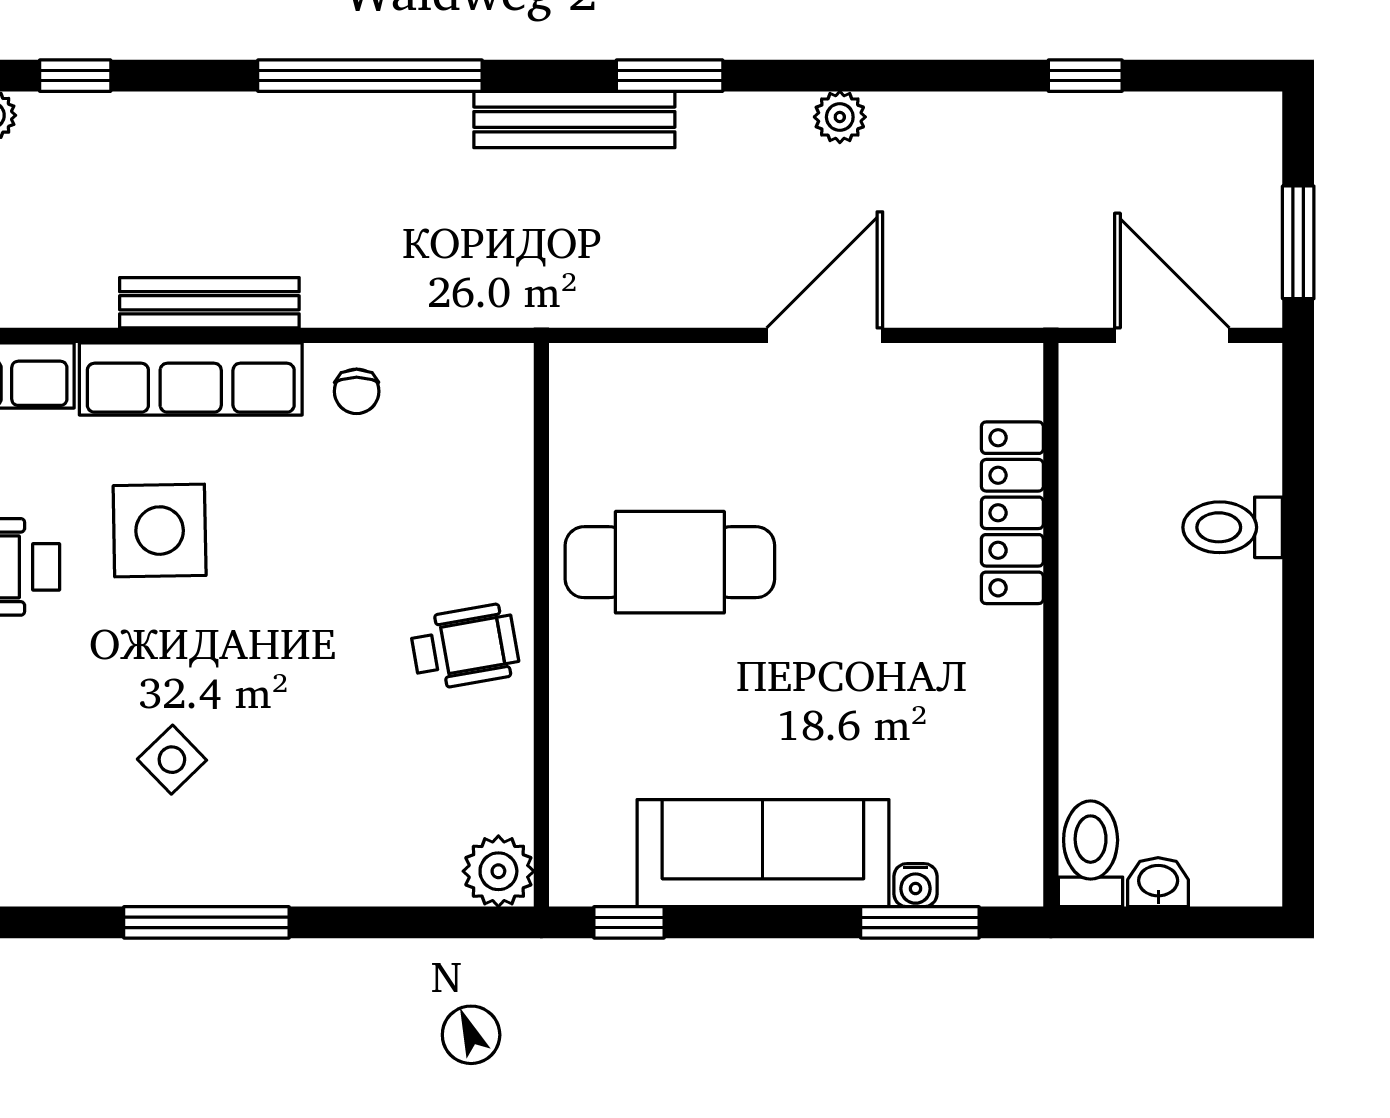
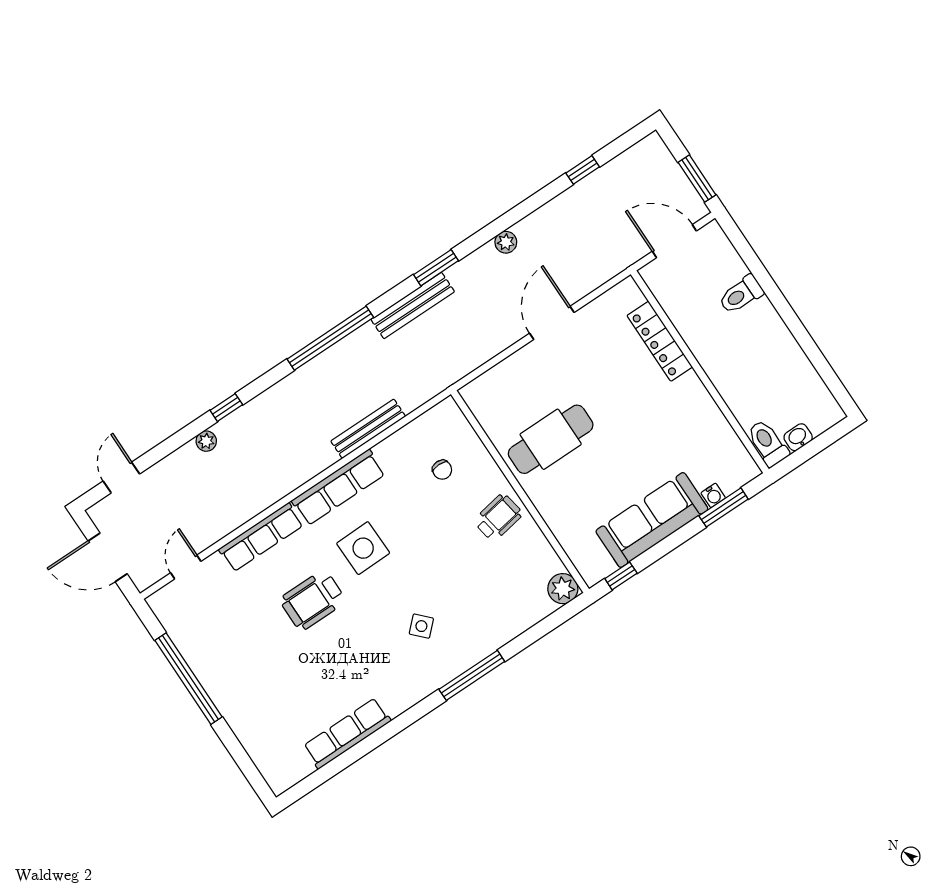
bench: (209, 303) -> (368, 429), moved
chair: (357, 391) -> (442, 470), moved

